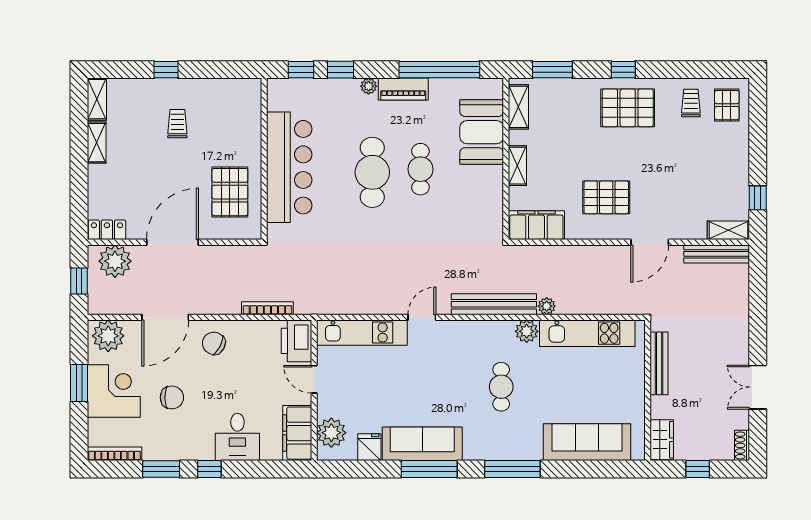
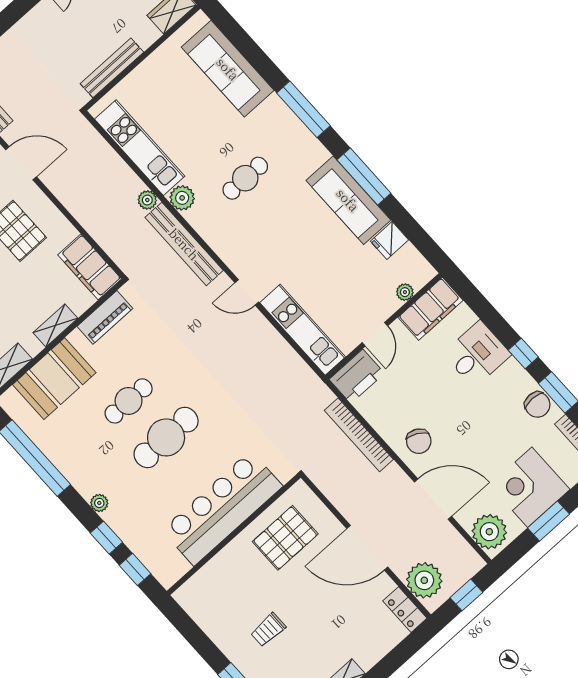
piano: (403, 89) -> (105, 317), moved, turned 90
bookcase: (267, 308) -> (359, 435), width x1.48, depth x1.31
chair: (172, 397) -> (537, 405), moved, turned 180
plant: (331, 433) -> (405, 292), width x0.53, depth x0.53

